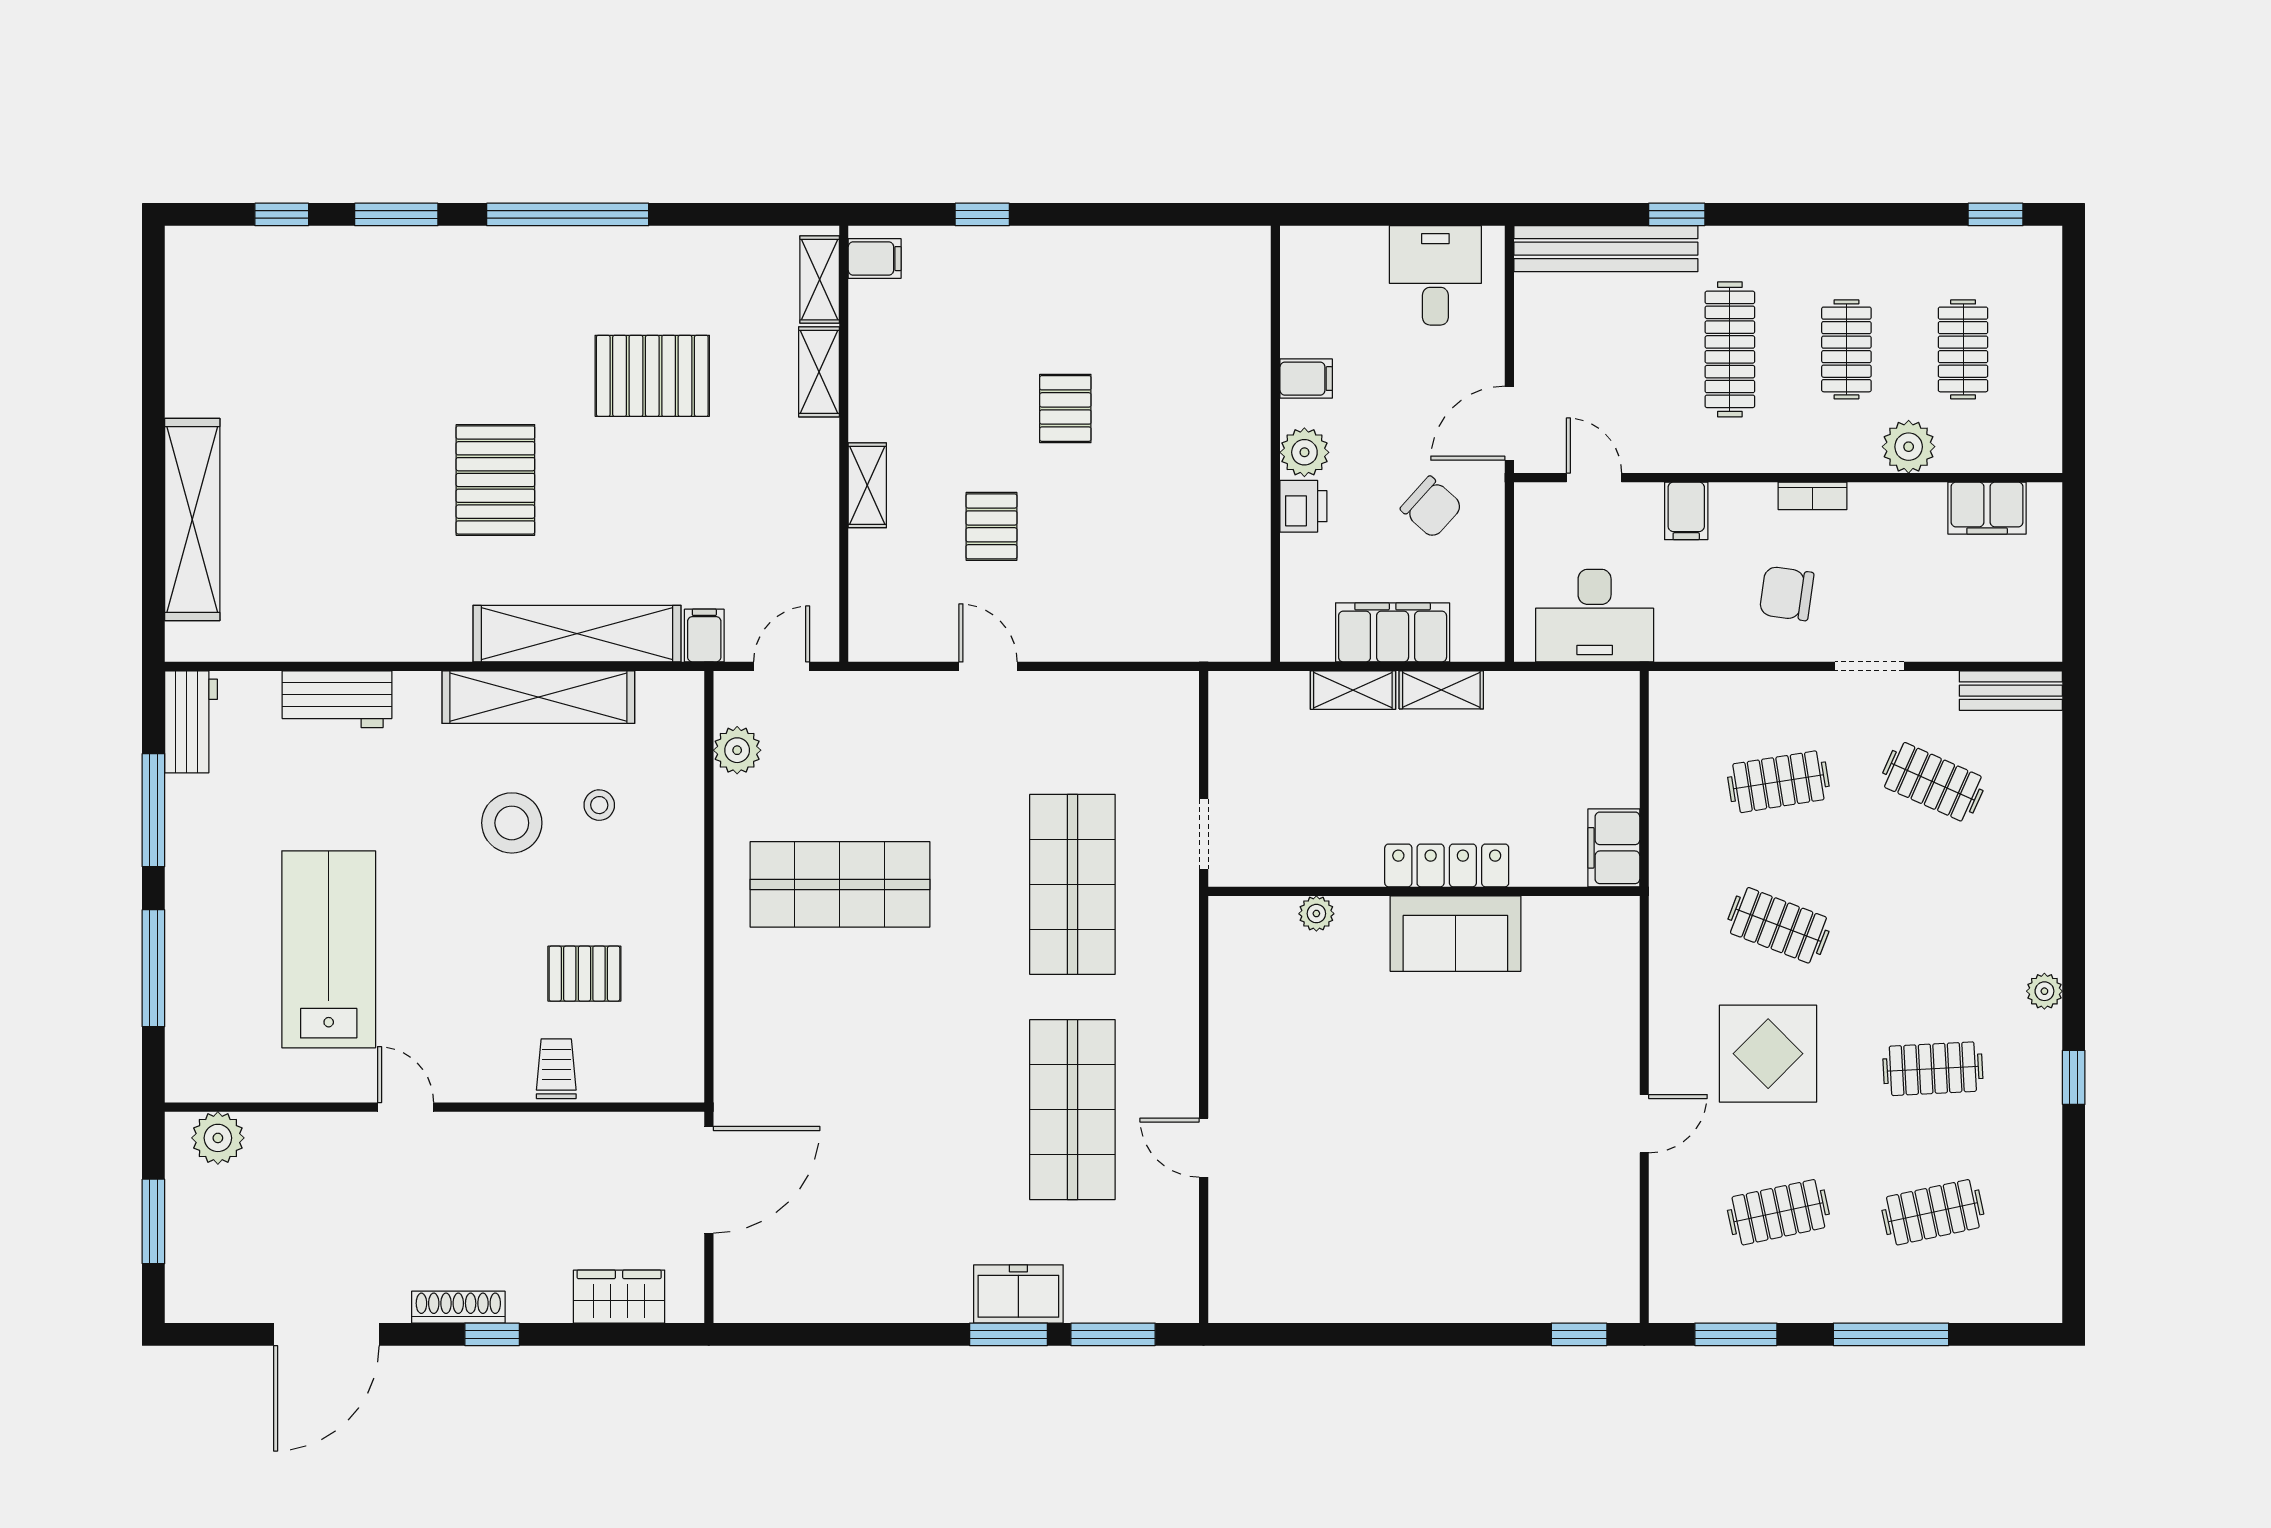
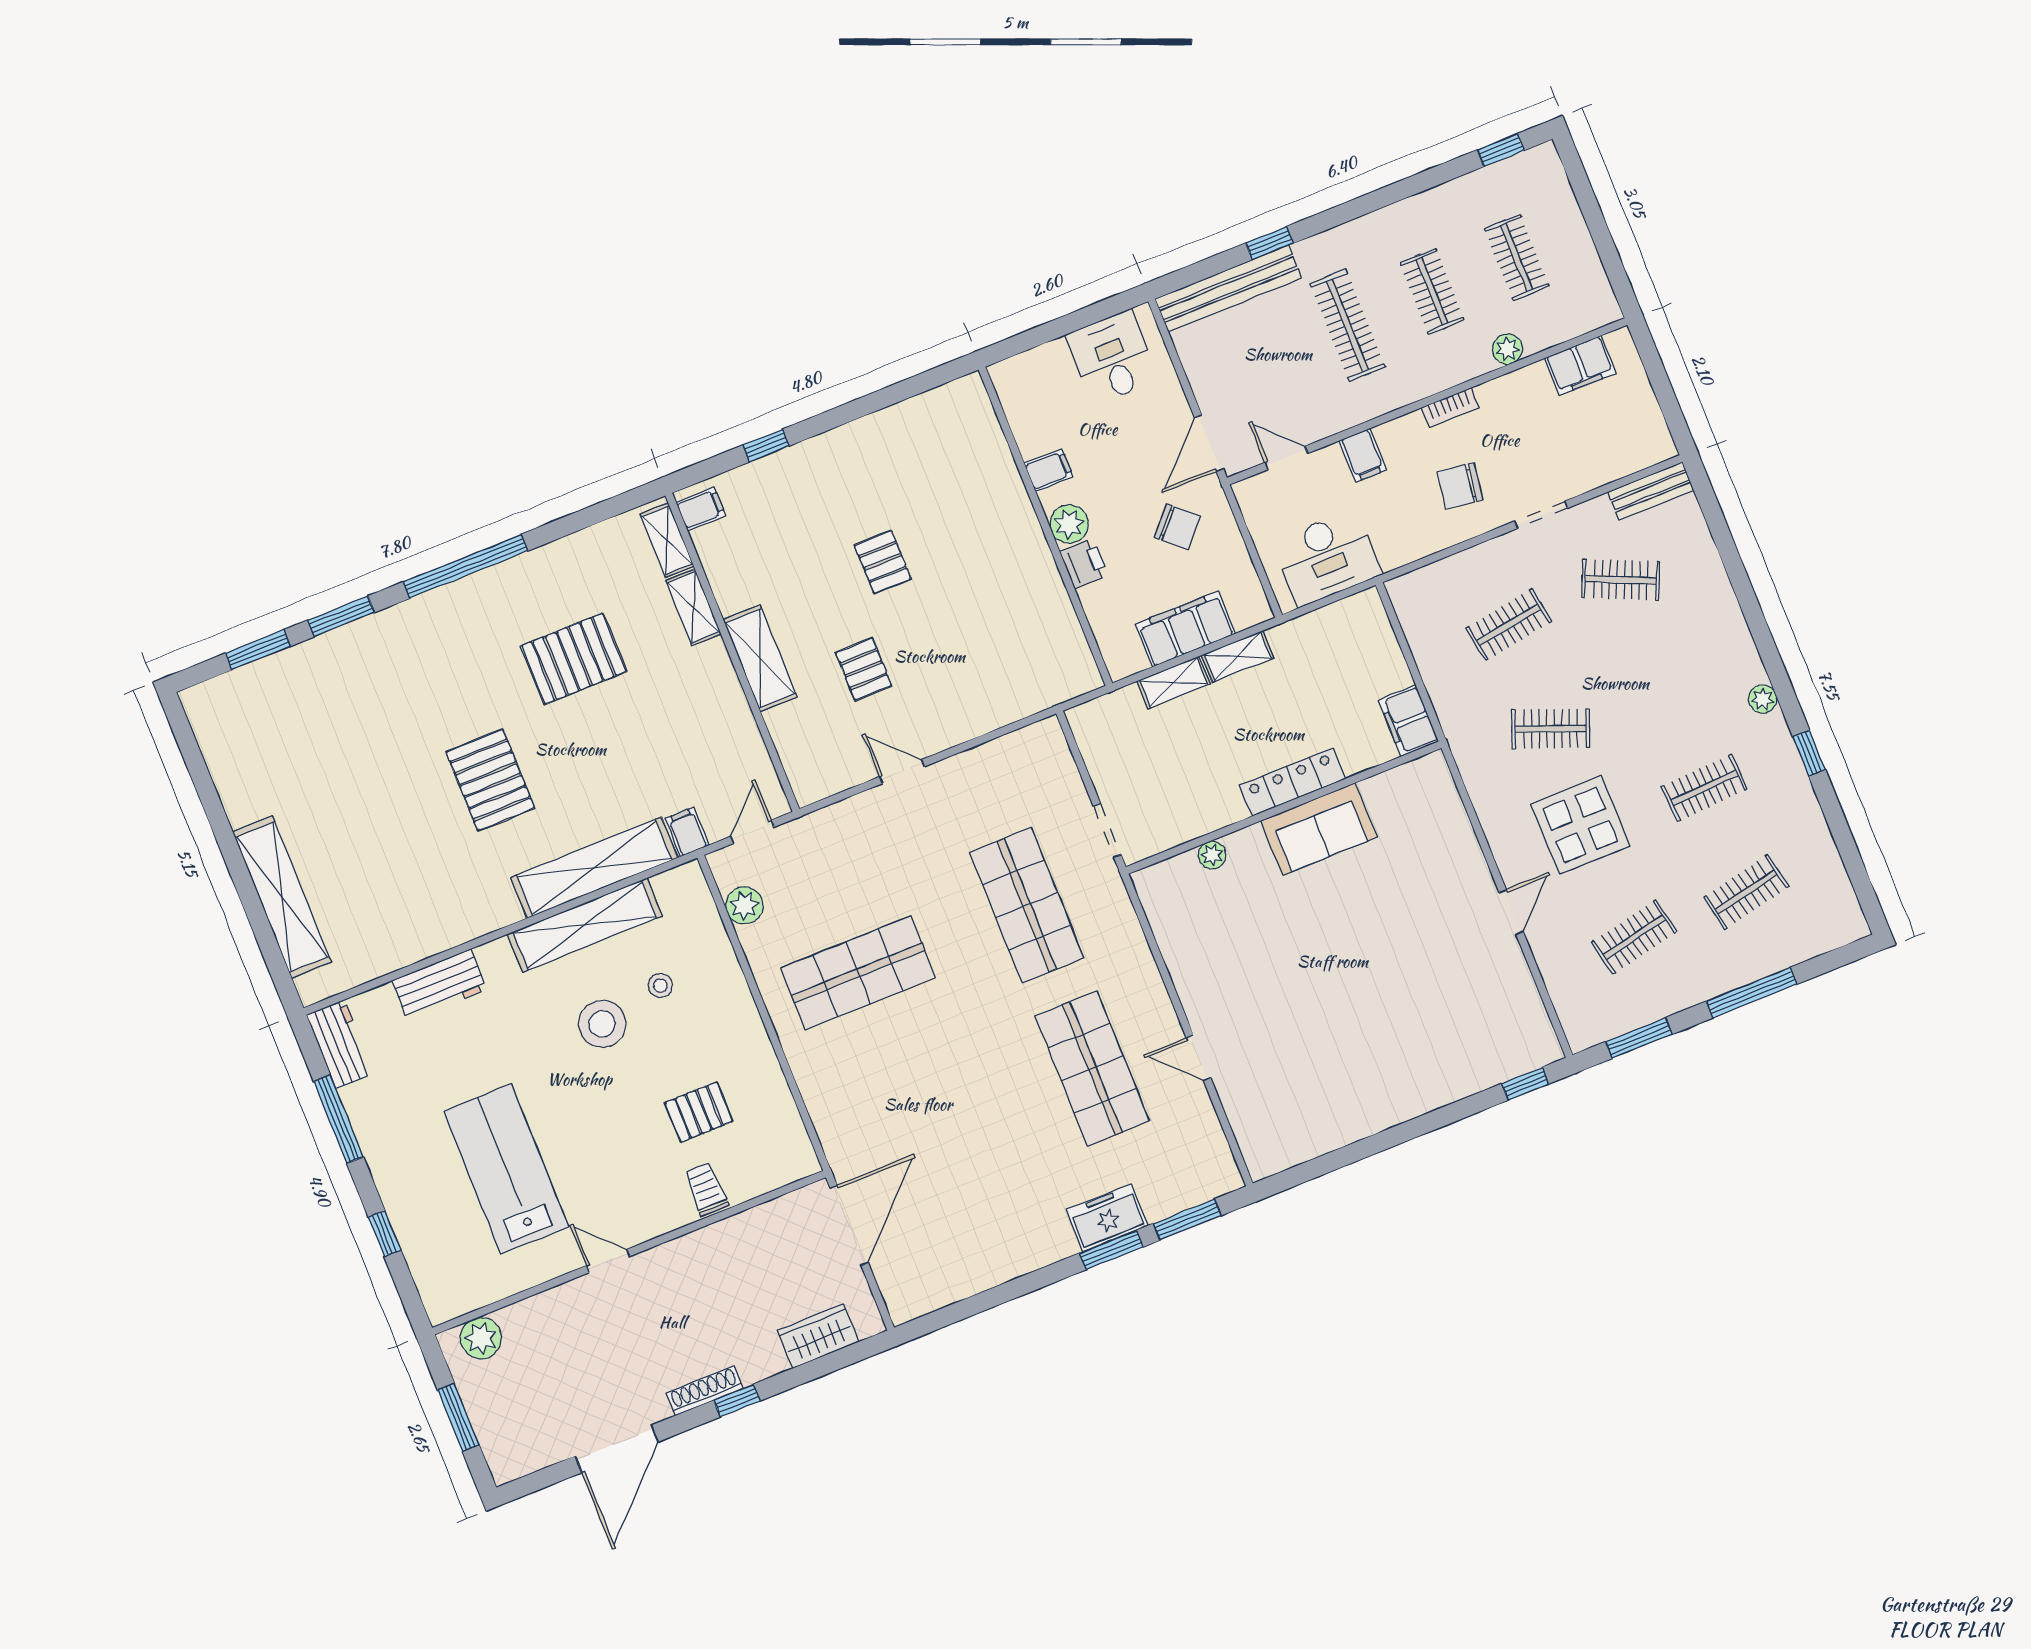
window: (282, 214) -> (258, 650), width x1.50
plant: (1909, 447) -> (1508, 349), width x0.73, depth x0.73
shelving: (867, 485) -> (760, 658), width x1.50, depth x1.33
window: (153, 968) -> (385, 1234), width x0.46

